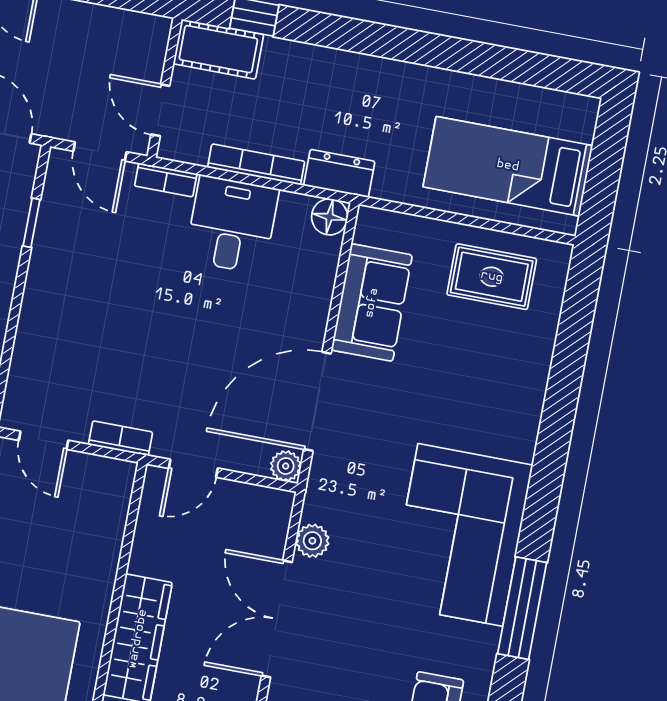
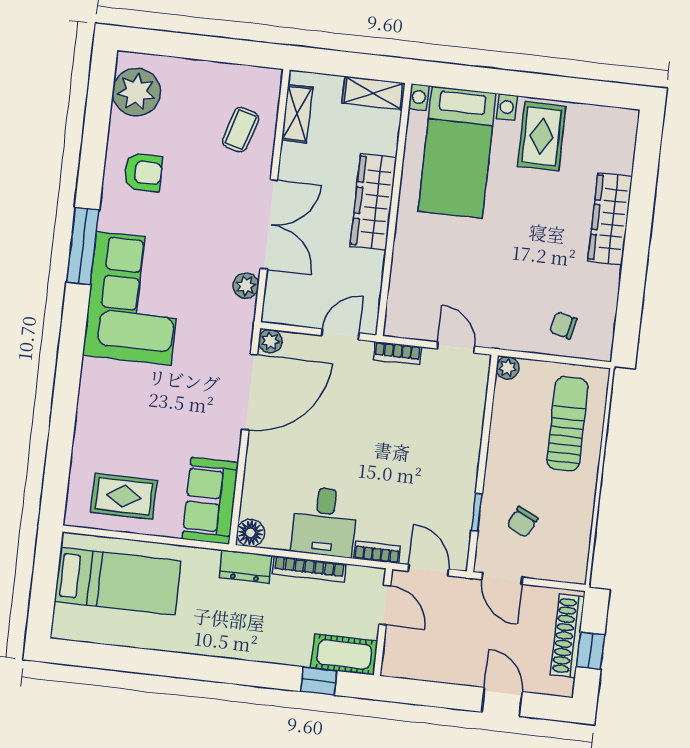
sofa: (372, 303) -> (210, 501), moved

